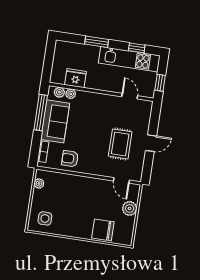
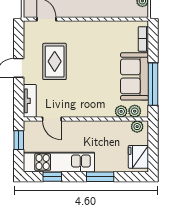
fridge: (75, 78) -> (138, 157), moved, turned 90
plant: (59, 79) -> (137, 127), added
tv unit: (146, 114) -> (30, 101), added
armchair: (70, 159) -> (111, 35), removed

